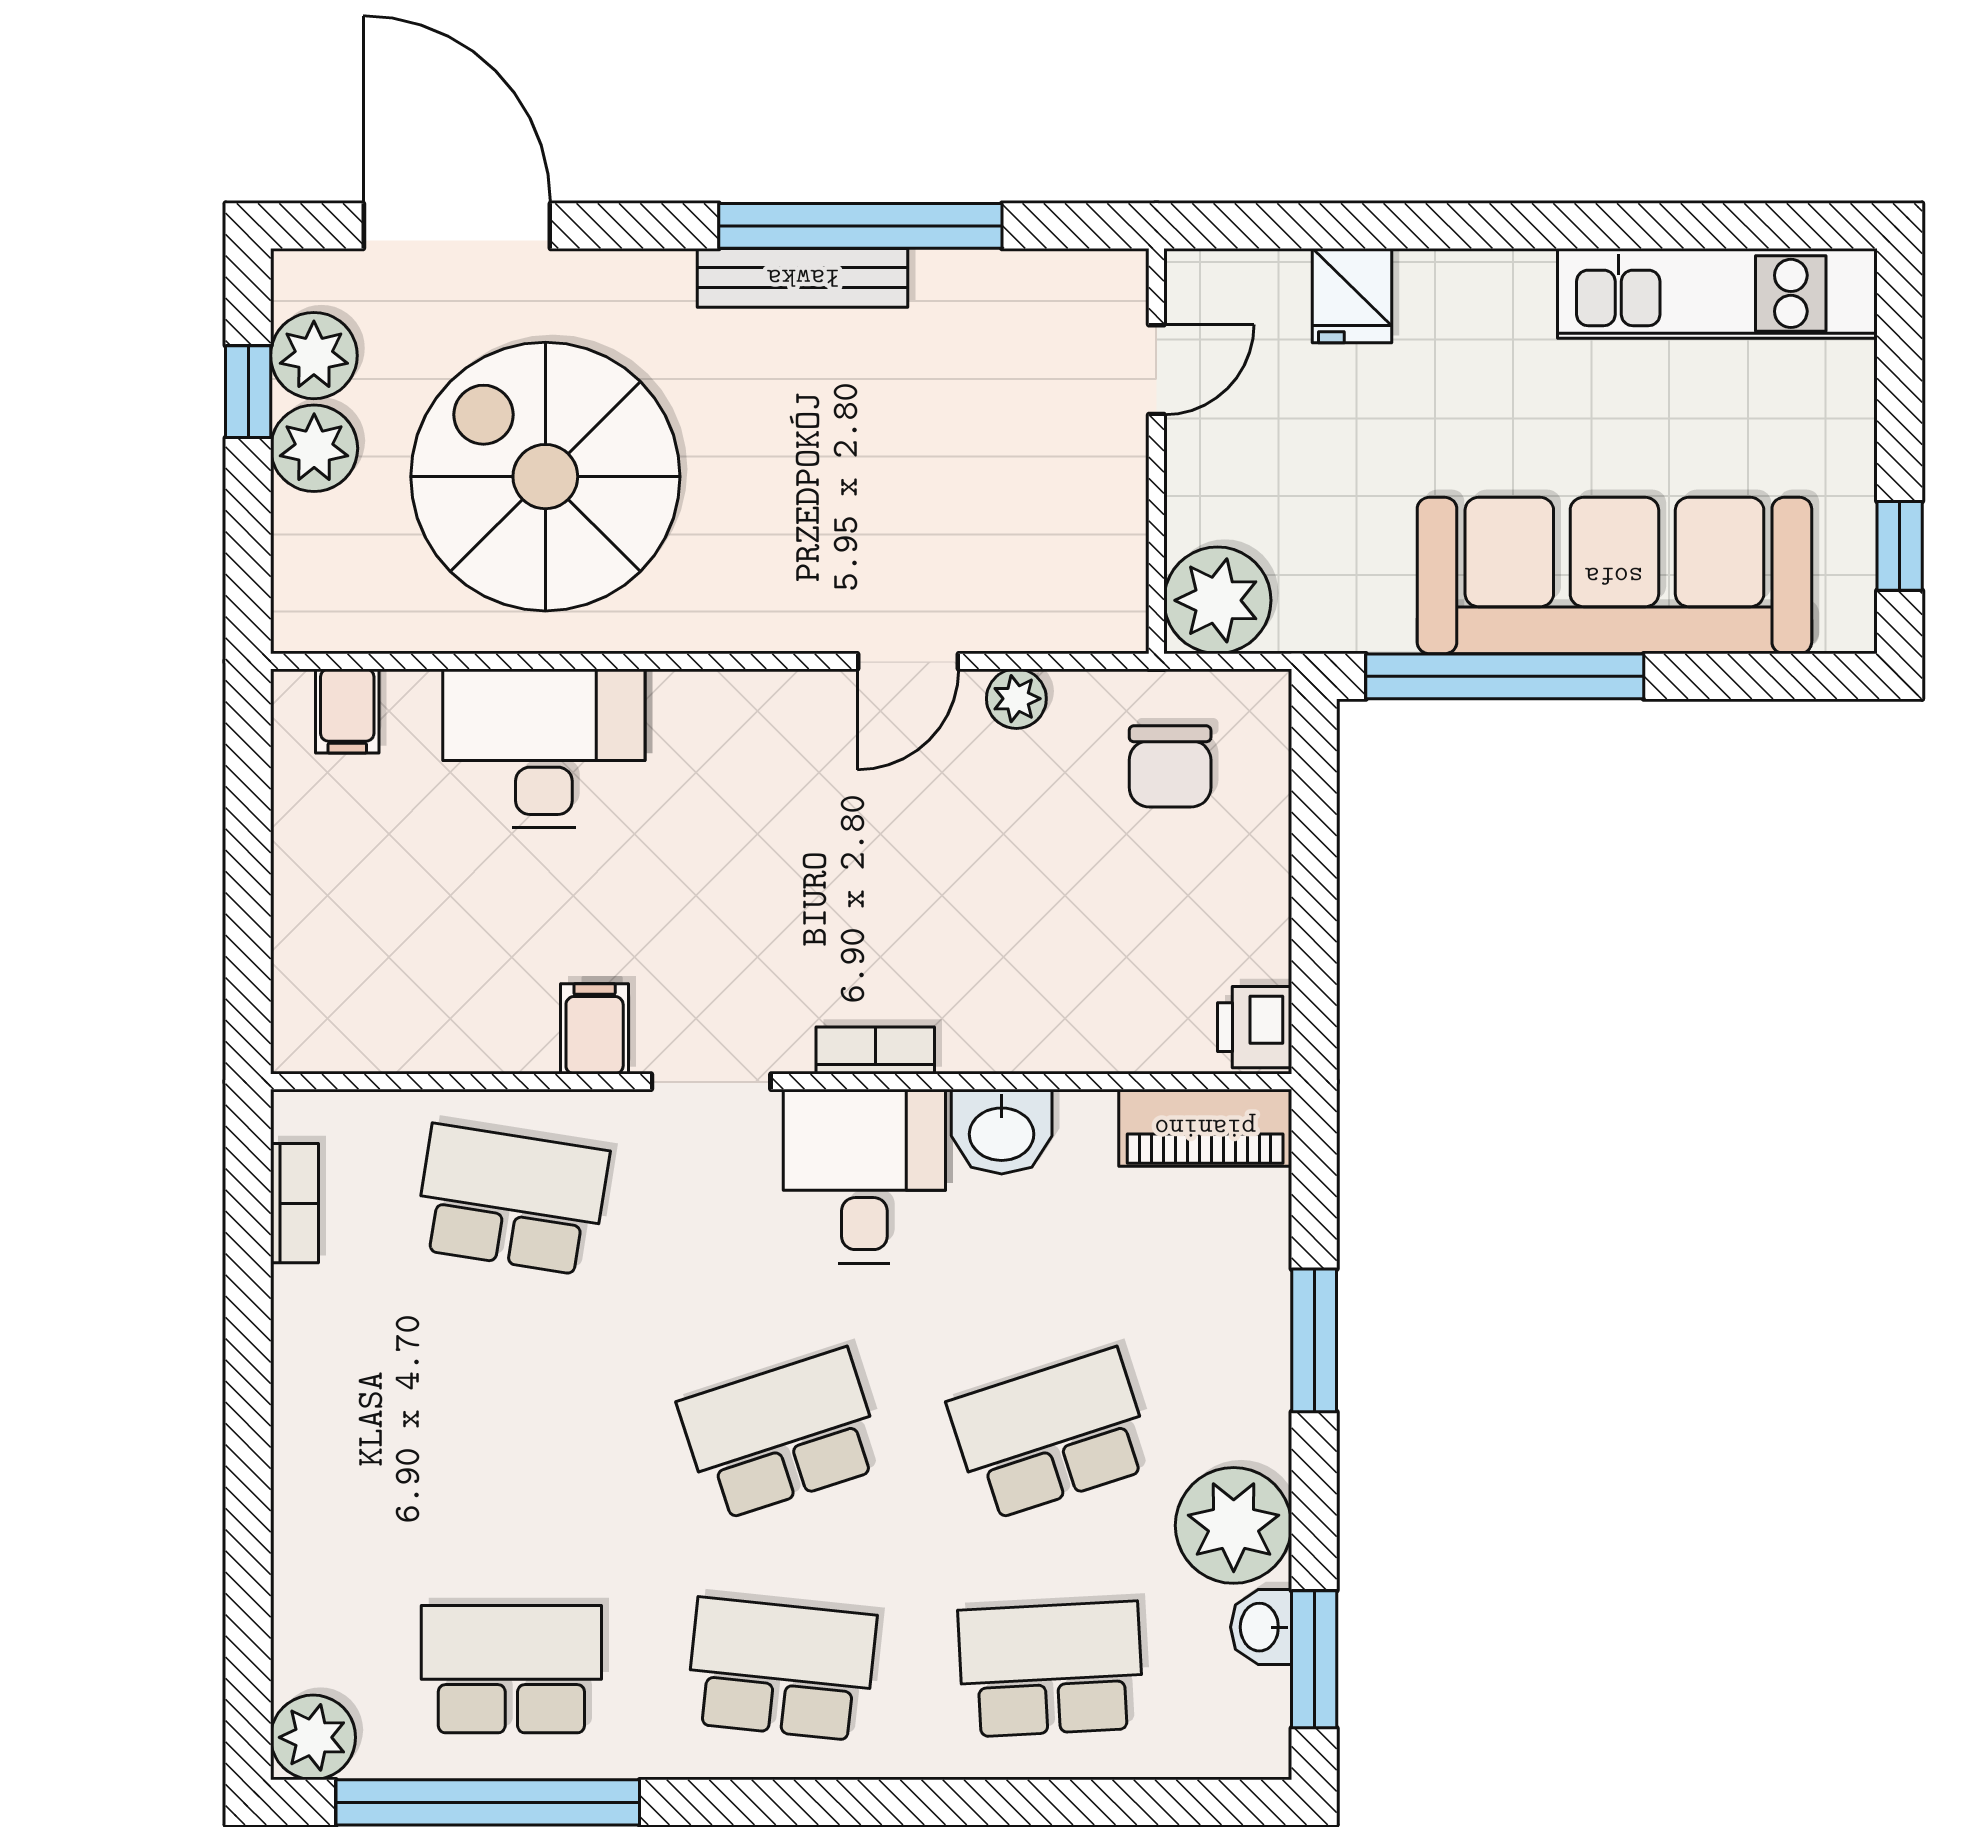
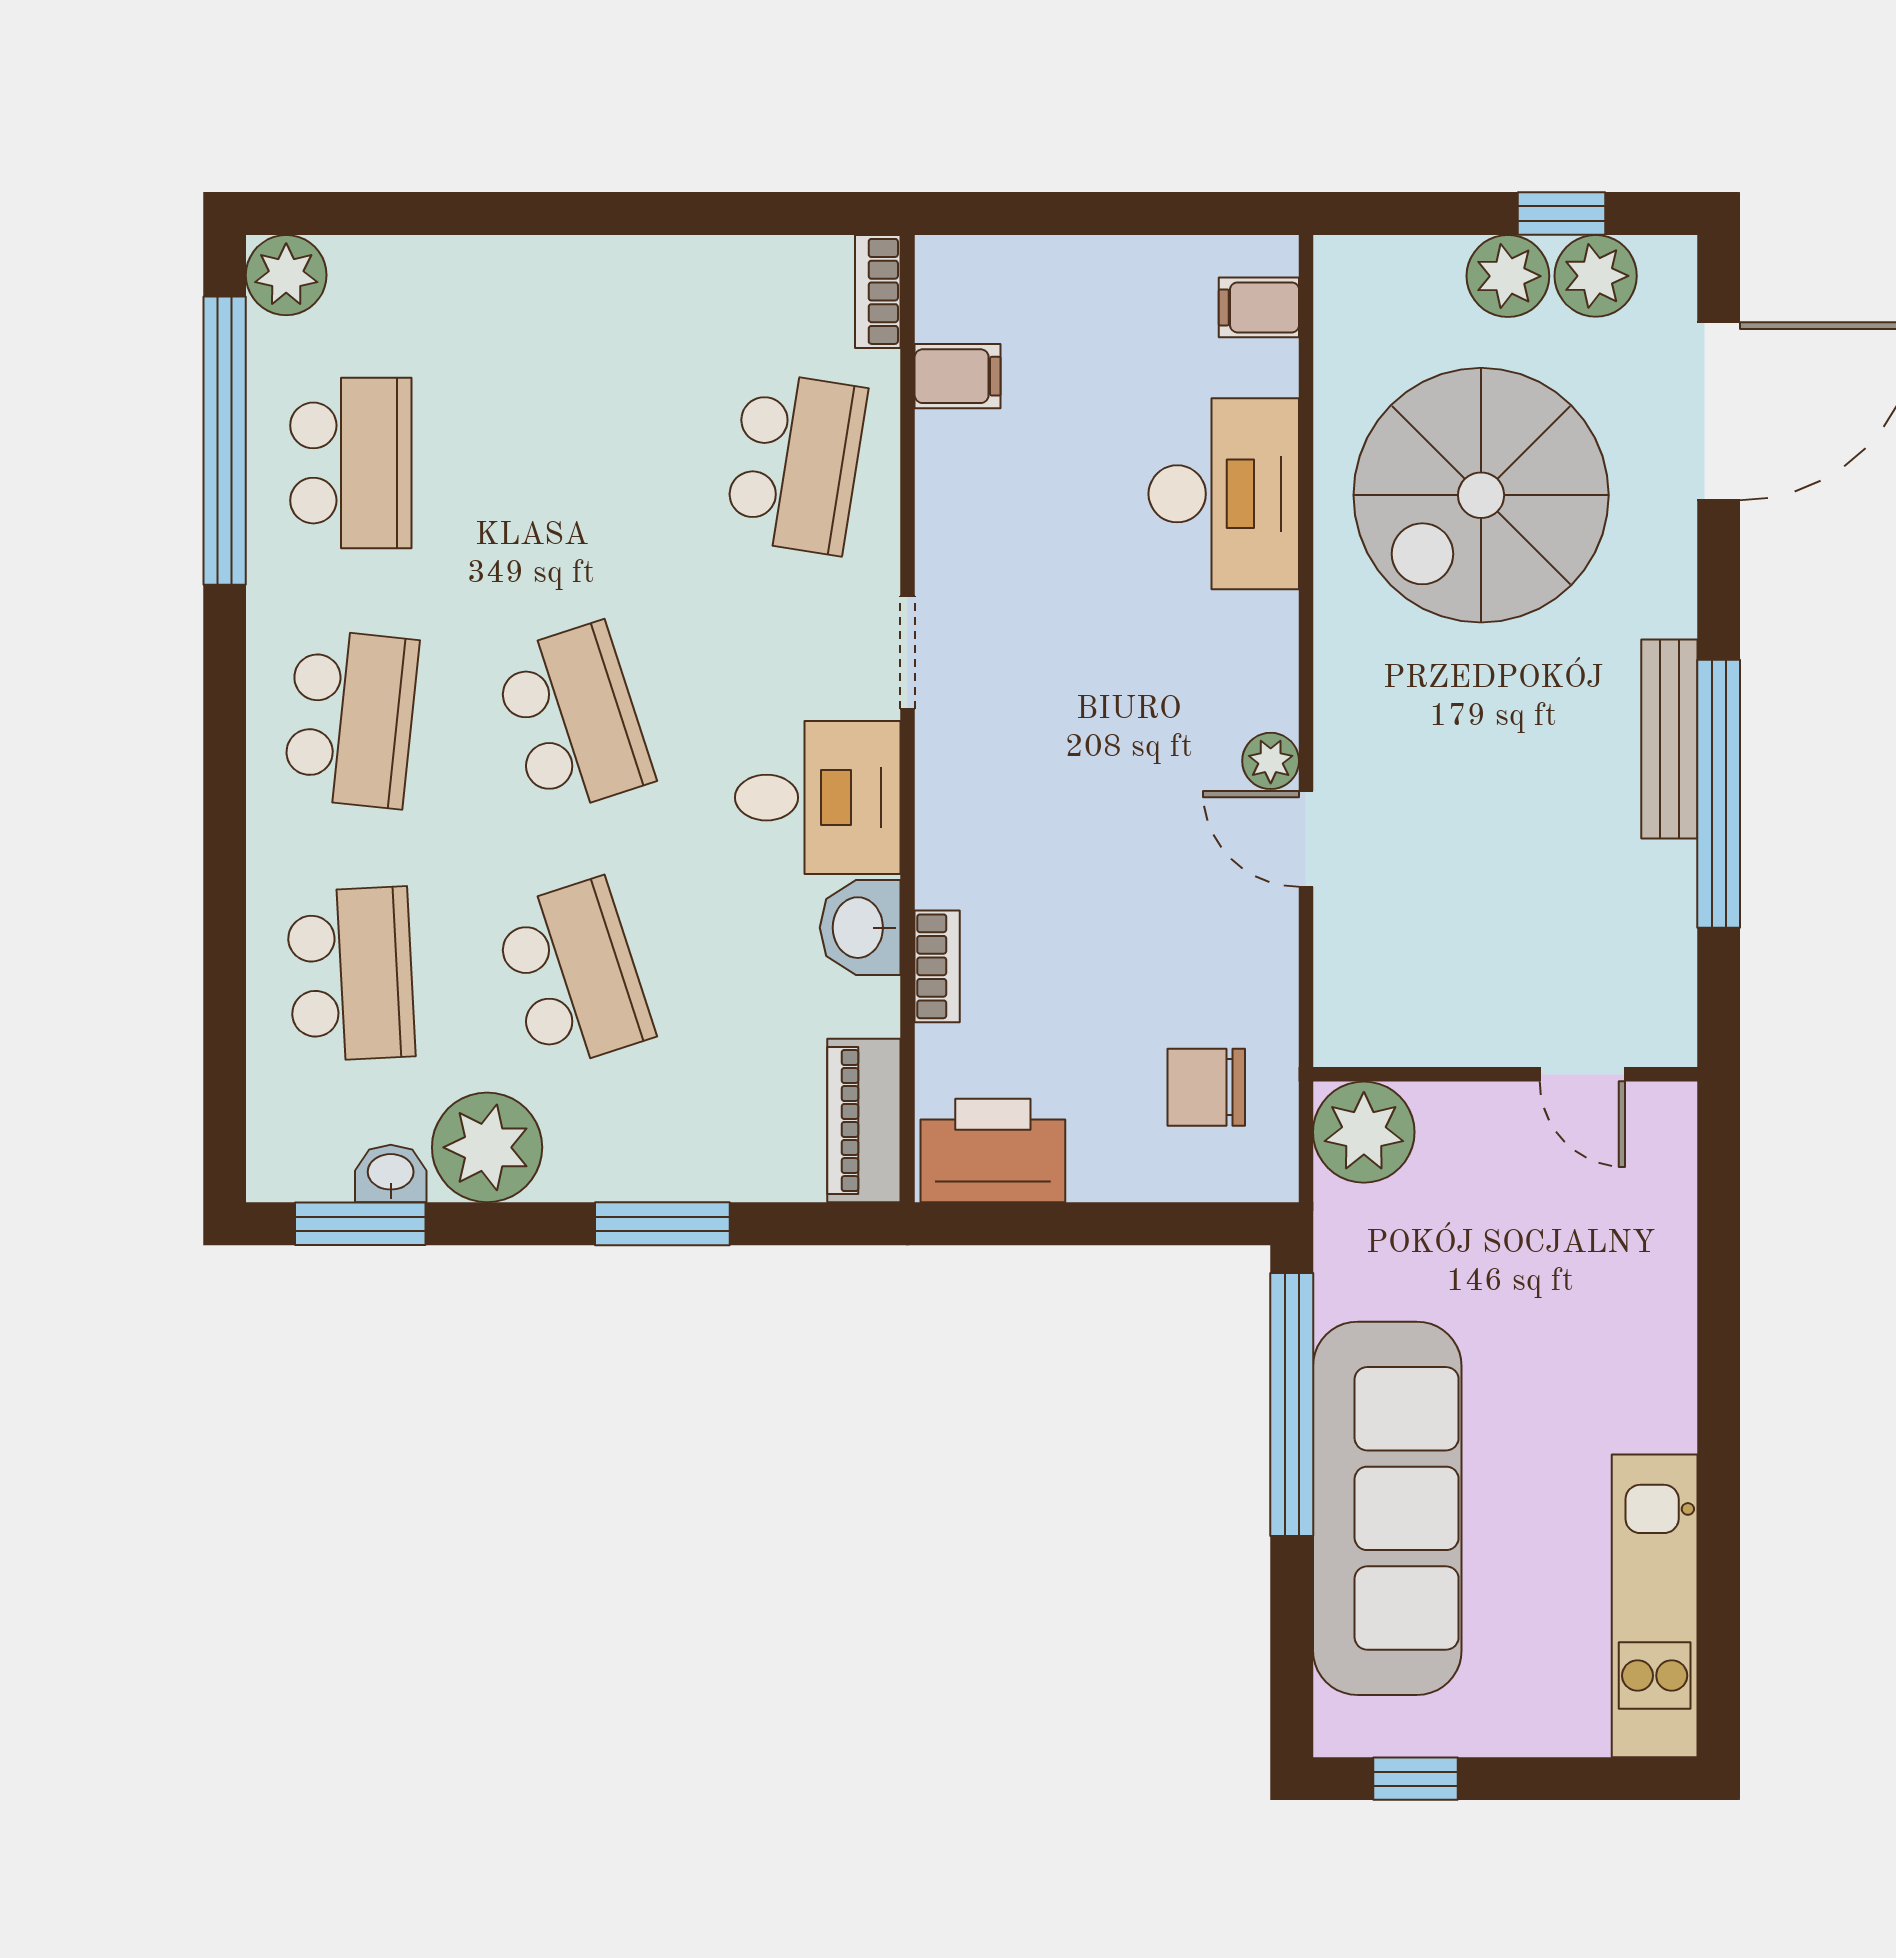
fridge: (1352, 296) -> (1653, 1260), removed
spiral stairs: (545, 477) -> (1481, 495), turned 180
plant: (1016, 699) -> (1271, 761), moved
printer: (1255, 1027) -> (993, 1151), width x1.87, depth x1.48
filing cabinet: (595, 1029) -> (958, 376), moved
bookcase: (875, 1051) -> (937, 966), moved
bookcase: (295, 1203) -> (878, 291), moved, turned 90

